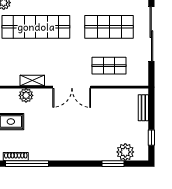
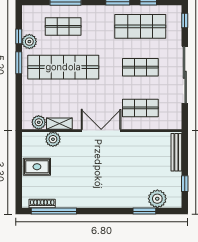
shop shelf: (109, 27) -> (140, 67), width x0.70, depth x0.74
plant: (12, 79) -> (39, 122), added
double door: (72, 87) -> (101, 131), swing flipped
bench: (143, 108) -> (176, 152), width x1.36

